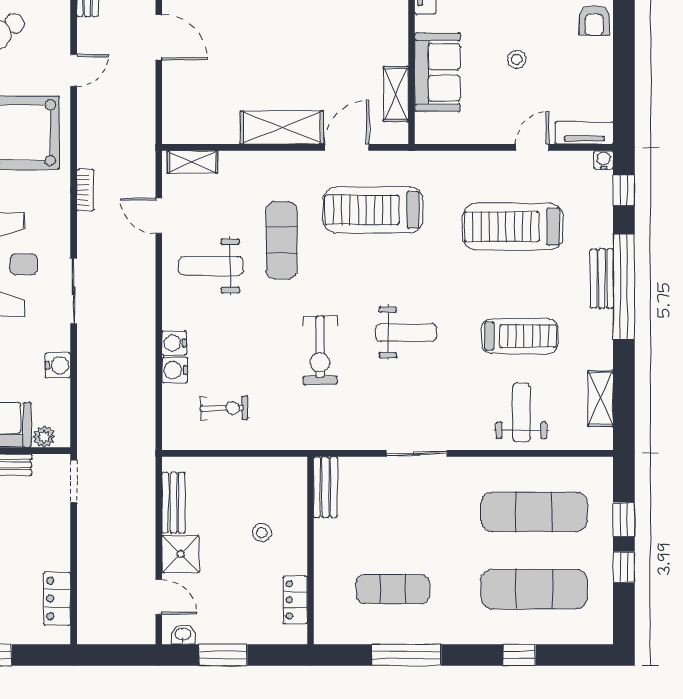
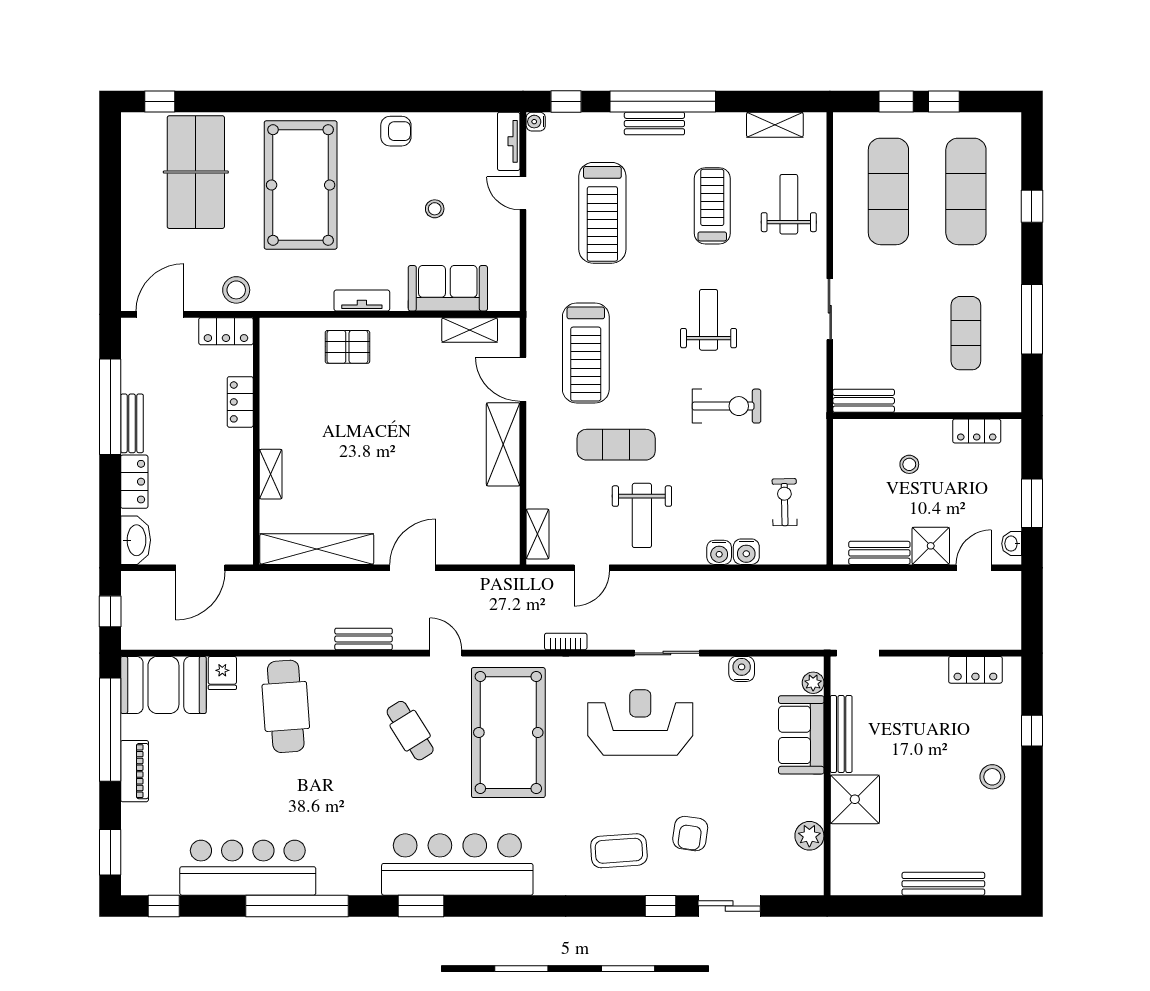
weight bench: (521, 412) -> (789, 204), turned 90

